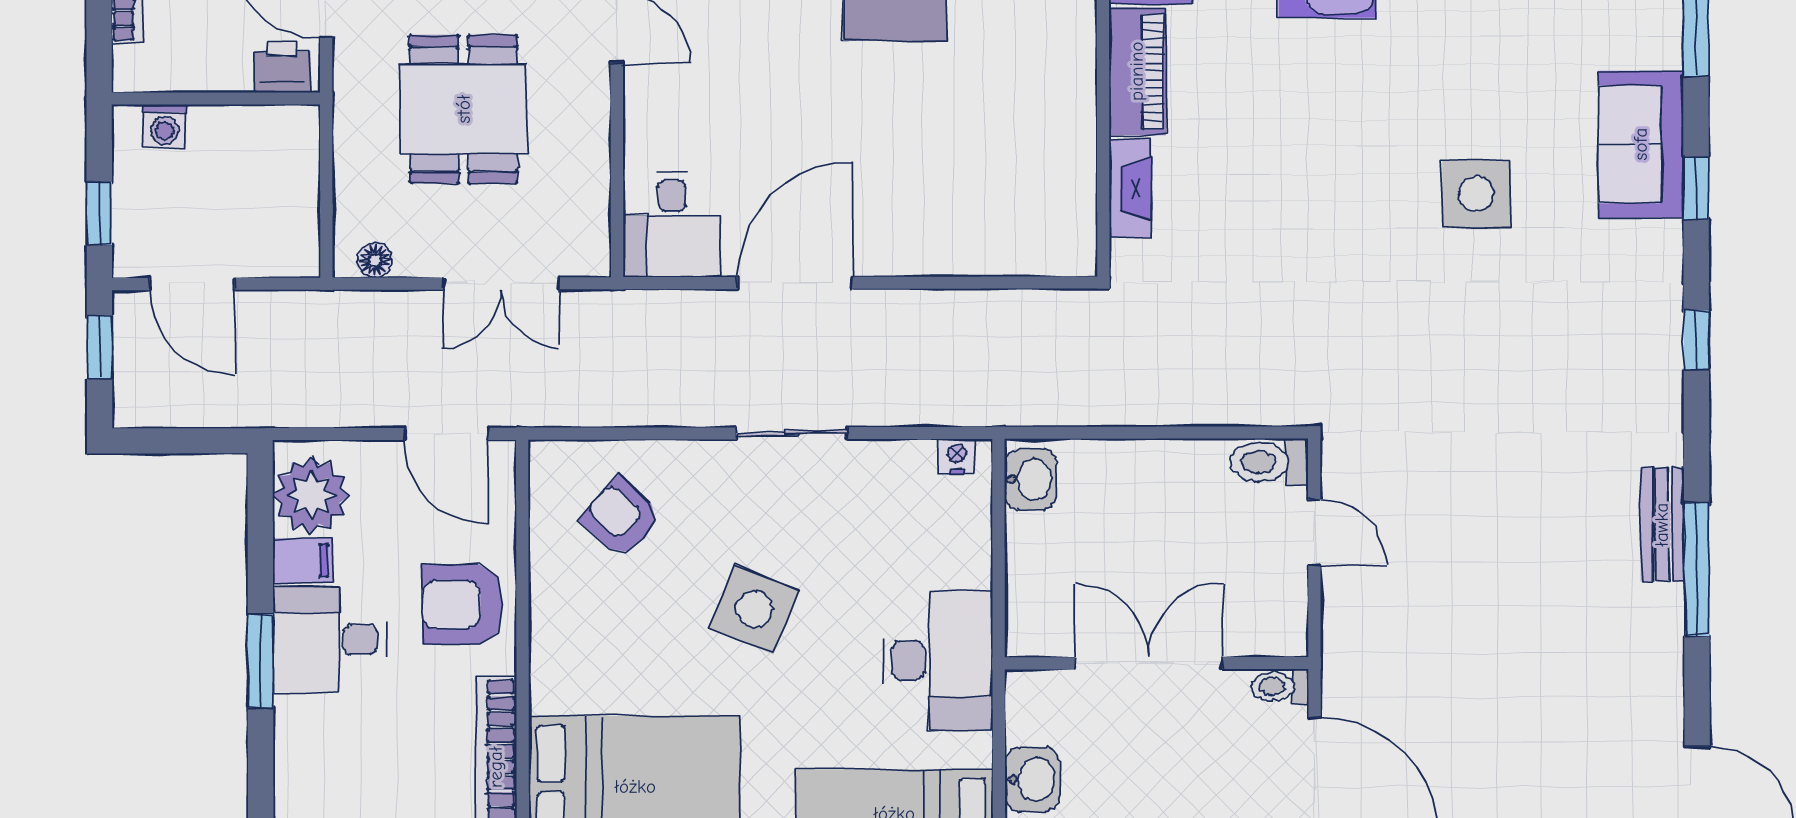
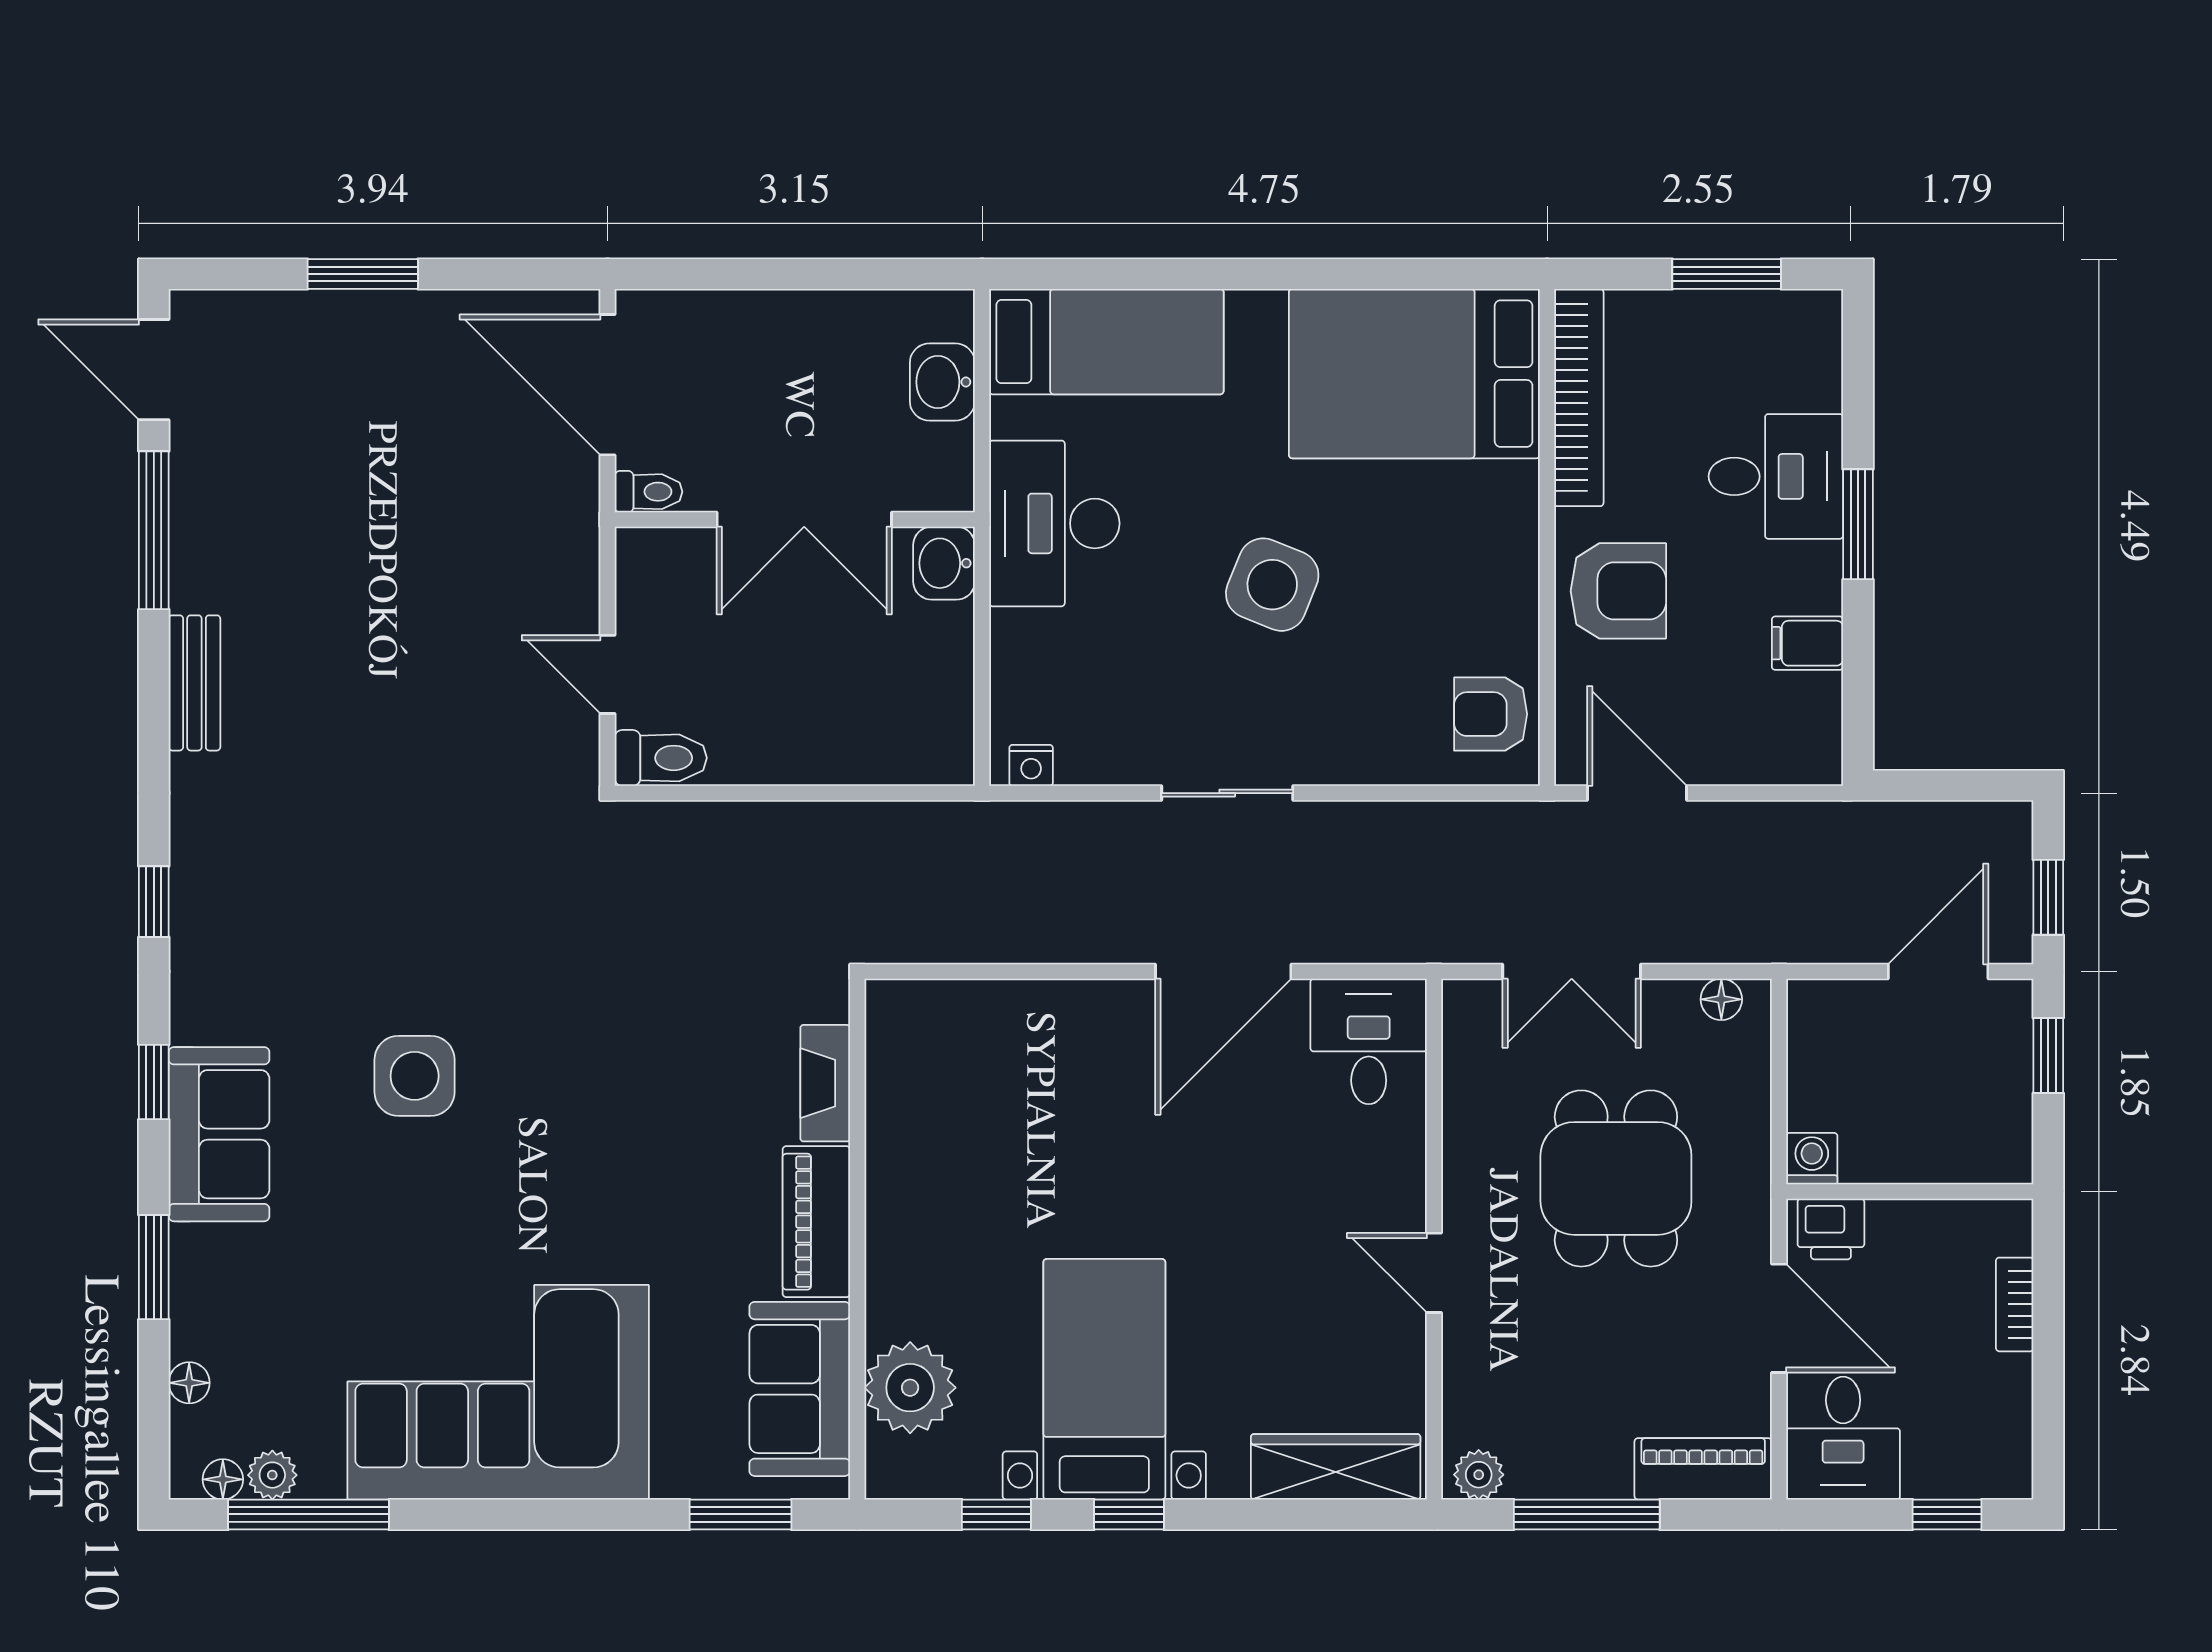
washing machine: (165, 126) -> (1812, 1159), moved
double door: (501, 283) -> (1572, 971), swing flipped
door: (192, 284) -> (1938, 971), hinge flipped
washbasin: (1030, 479) -> (944, 563), moved
plant: (311, 495) -> (1797, 720), removed
armchair: (621, 518) -> (1491, 714), moved, turned 138
window: (1697, 569) -> (154, 530), moved
desk: (330, 640) -> (1776, 476), moved

